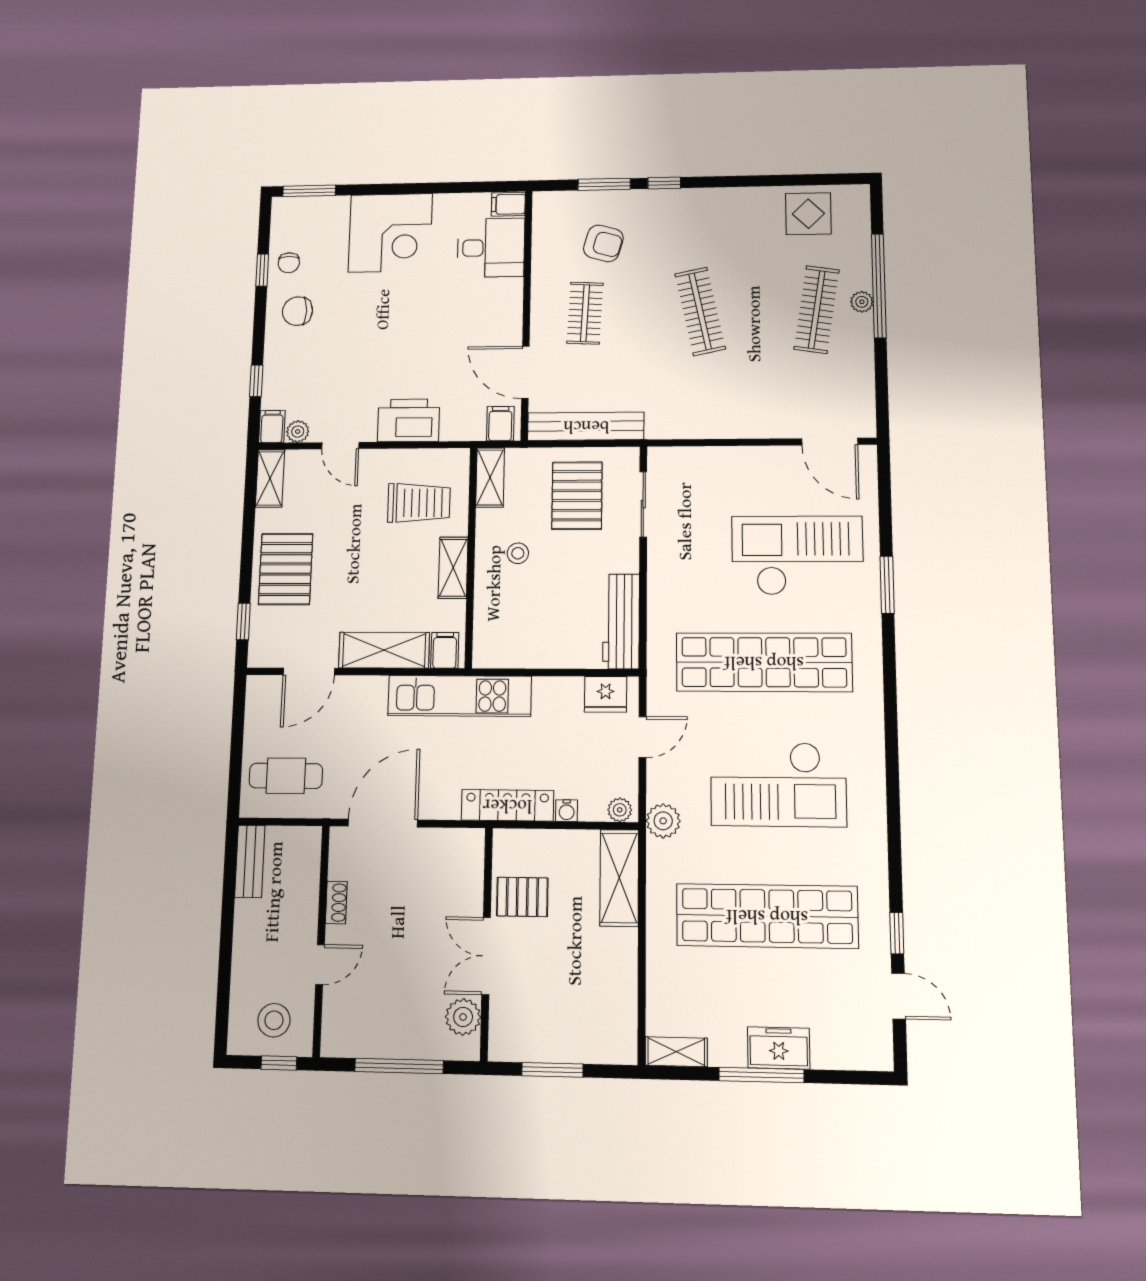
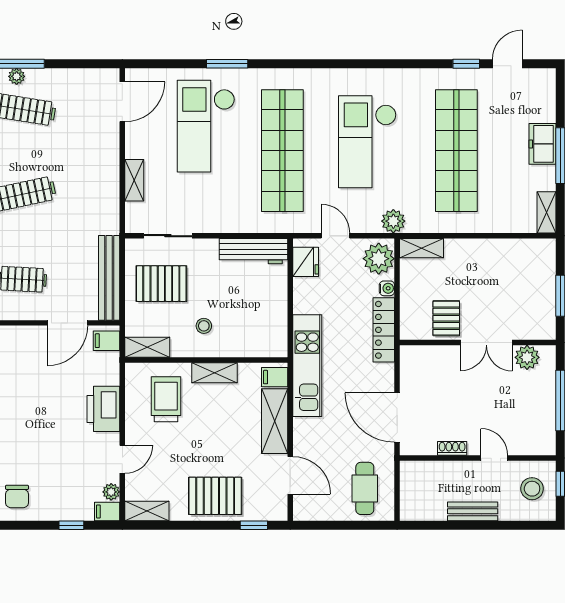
shelving: (720, 459) -> (134, 180), added
checkout: (778, 784) -> (367, 142), turned 180
plant: (620, 810) -> (379, 259), width x1.88, depth x1.88
bench: (250, 861) -> (473, 511), moved
shelving: (619, 878) -> (421, 248), width x0.67, depth x0.75

